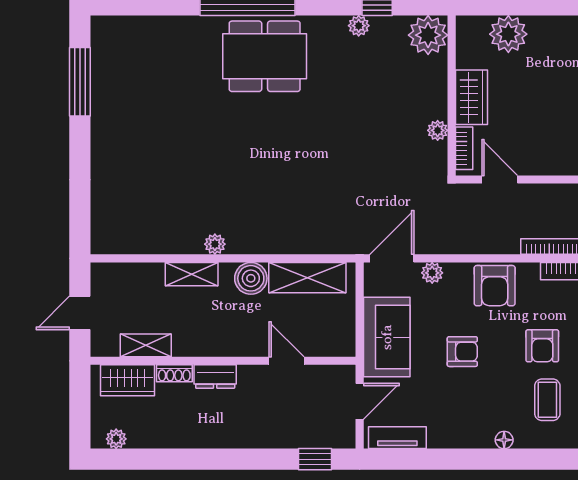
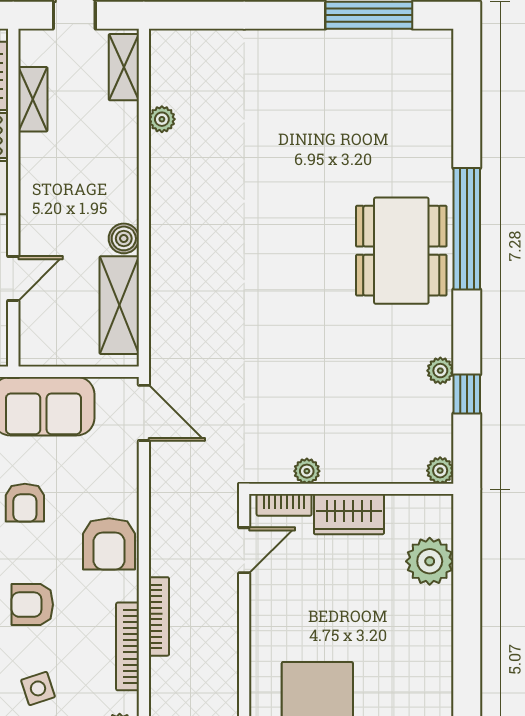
plant: (428, 35) -> (440, 471), width x0.53, depth x0.53
plant: (215, 244) -> (162, 119), moved
plant: (432, 273) -> (125, 464), removed
shelving: (192, 274) -> (124, 67), moved
boiler: (251, 278) -> (124, 238), width x0.73, depth x0.73
armchair: (495, 286) -> (109, 544), turned -90

